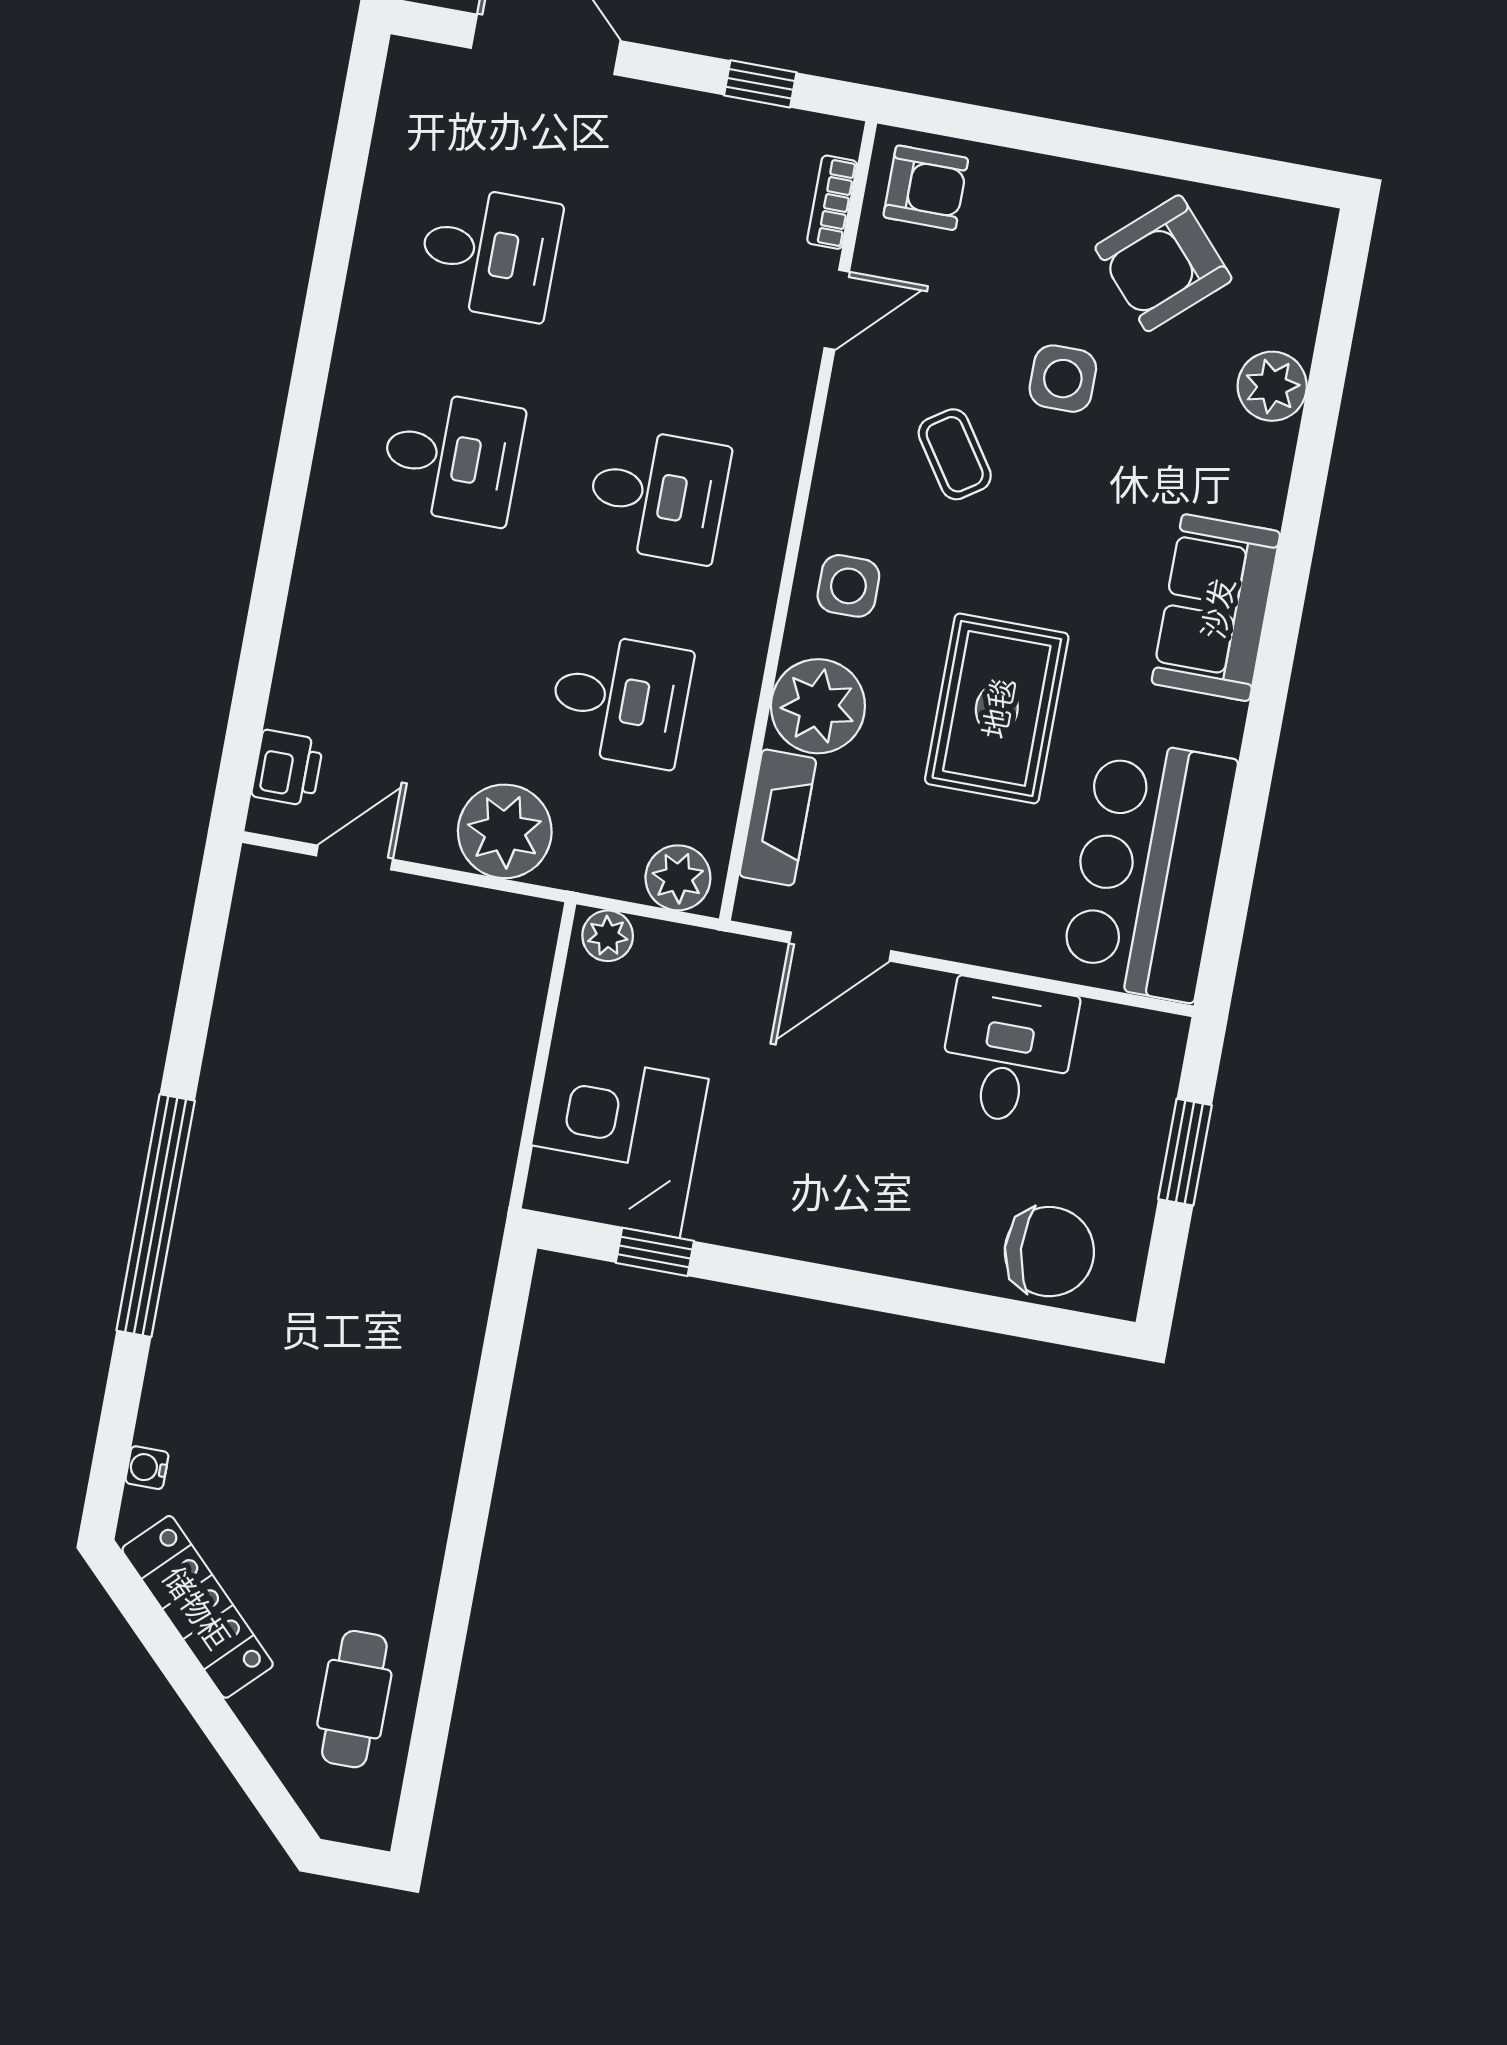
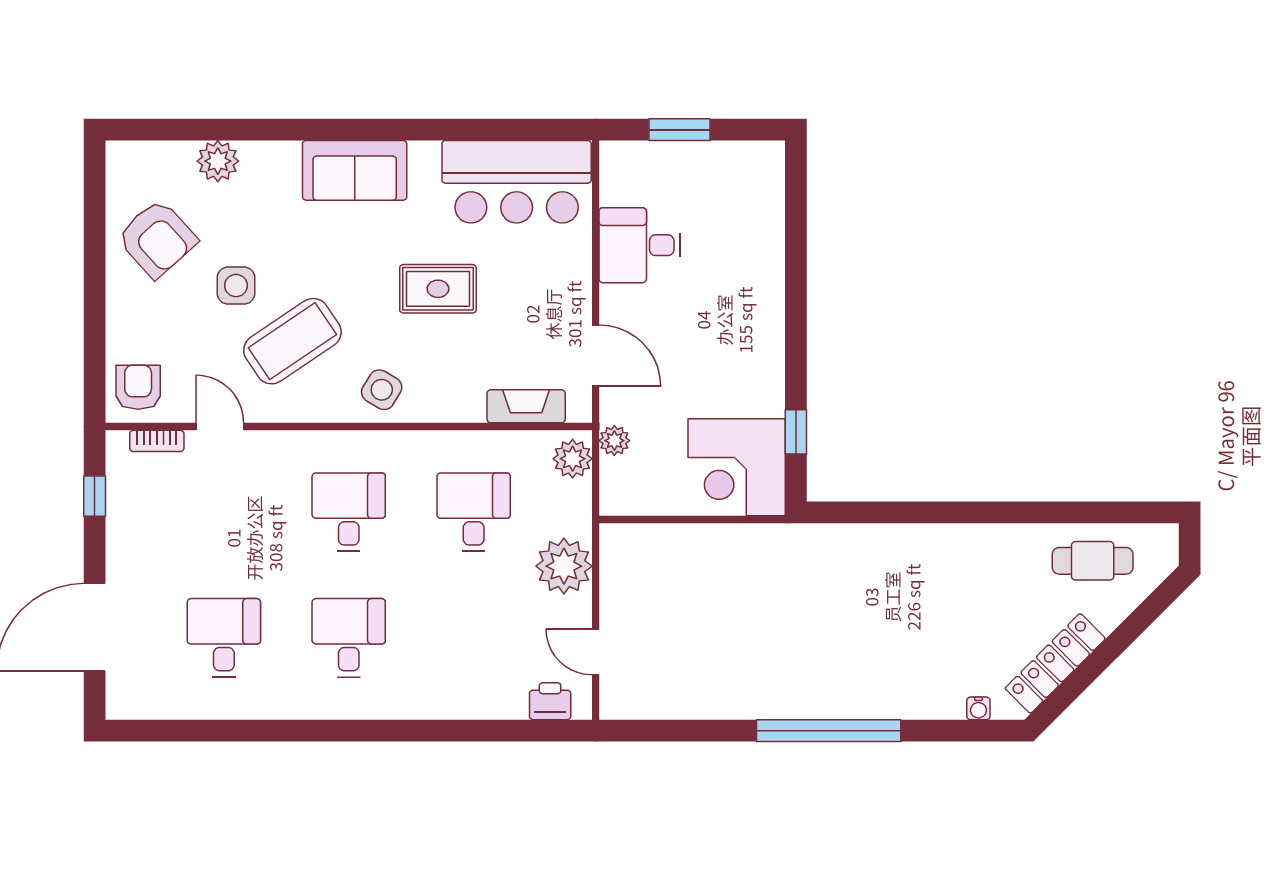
coffee table: (955, 454) -> (292, 341), width x1.86, depth x1.72
side table: (848, 586) -> (382, 390), turned 31
plant: (818, 706) -> (456, 395), removed
rug: (997, 708) -> (438, 289), width x0.73, depth x0.70
plant: (608, 936) -> (614, 441), moved
chair: (1049, 1252) -> (753, 199), removed

